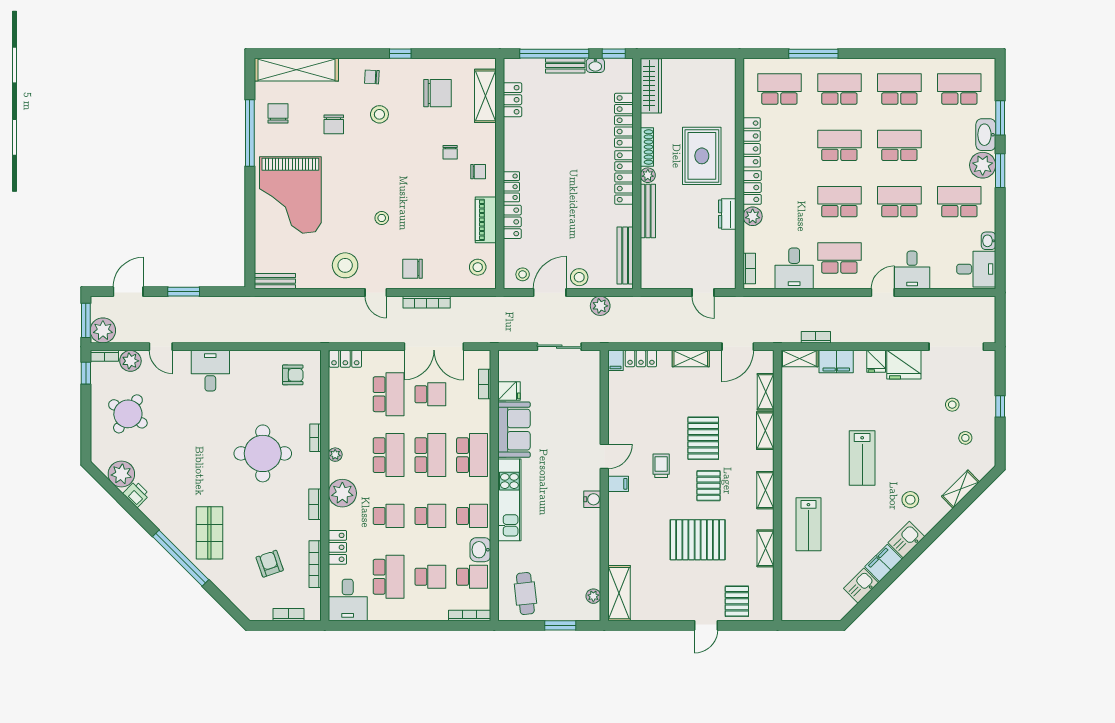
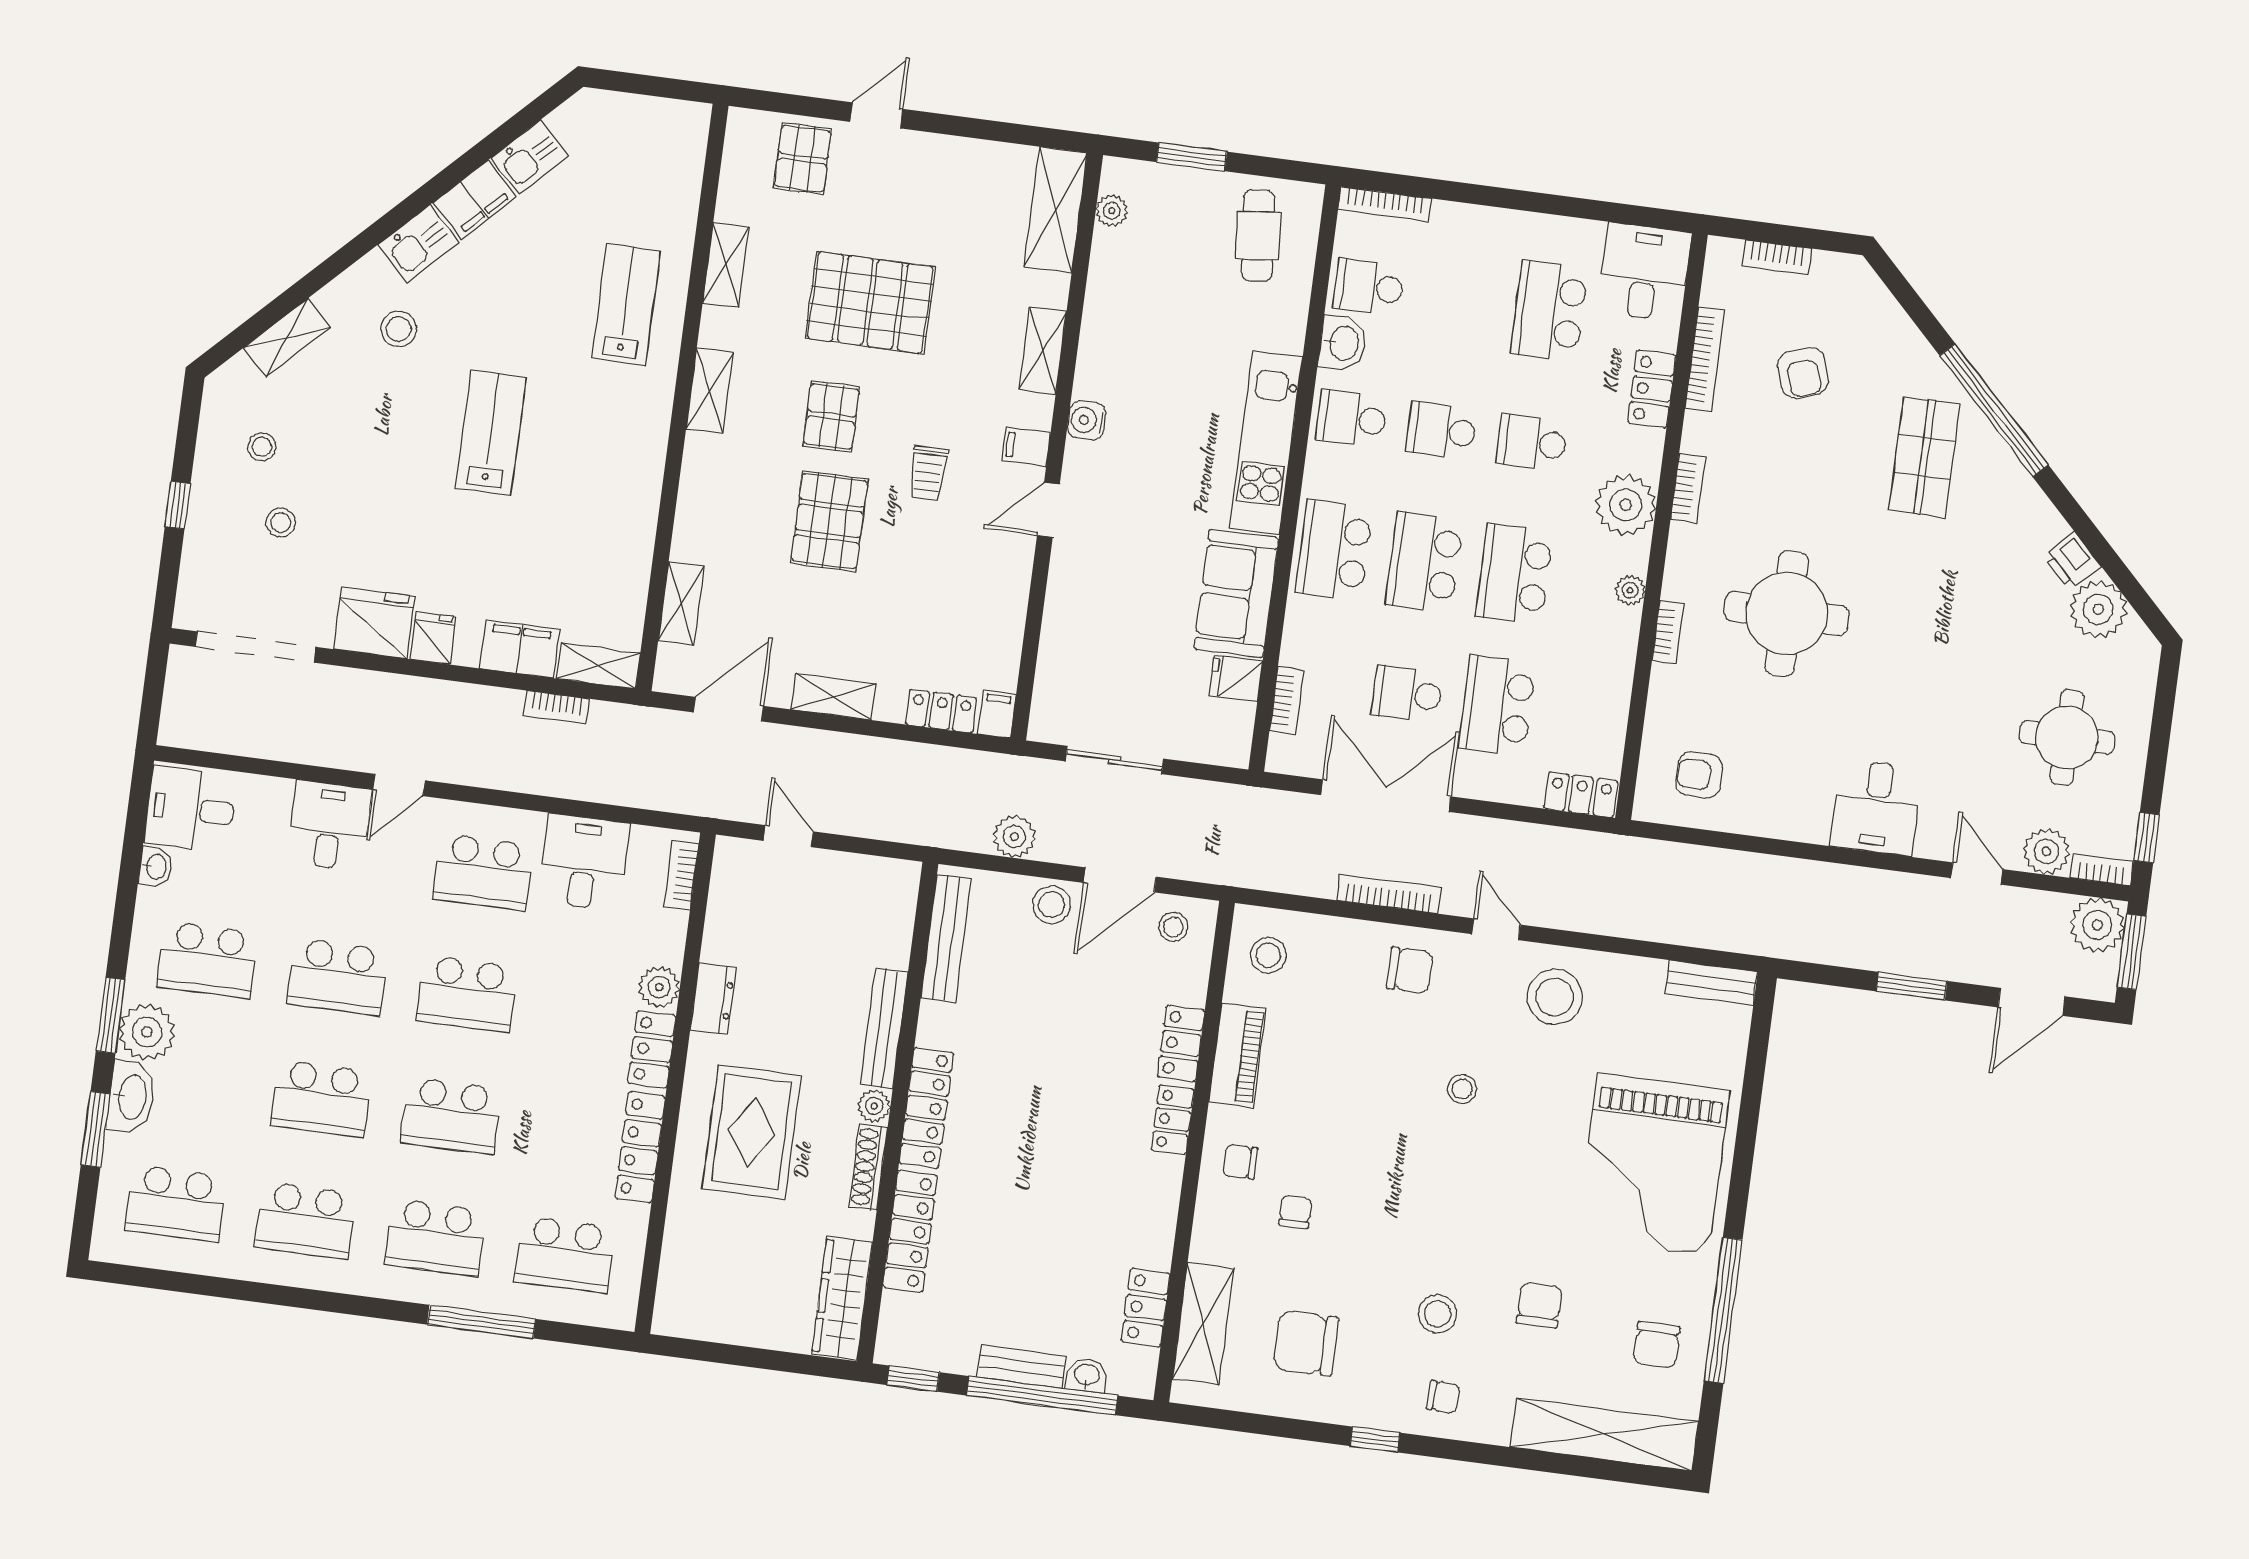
washbasin: (595, 65) -> (1087, 1375), moved
grand piano: (290, 195) -> (1653, 1165), turned 180
round table: (128, 414) -> (2067, 737), turned -33
shelving: (765, 431) -> (1043, 351), moved
school desk: (430, 577) -> (1459, 299), removed

